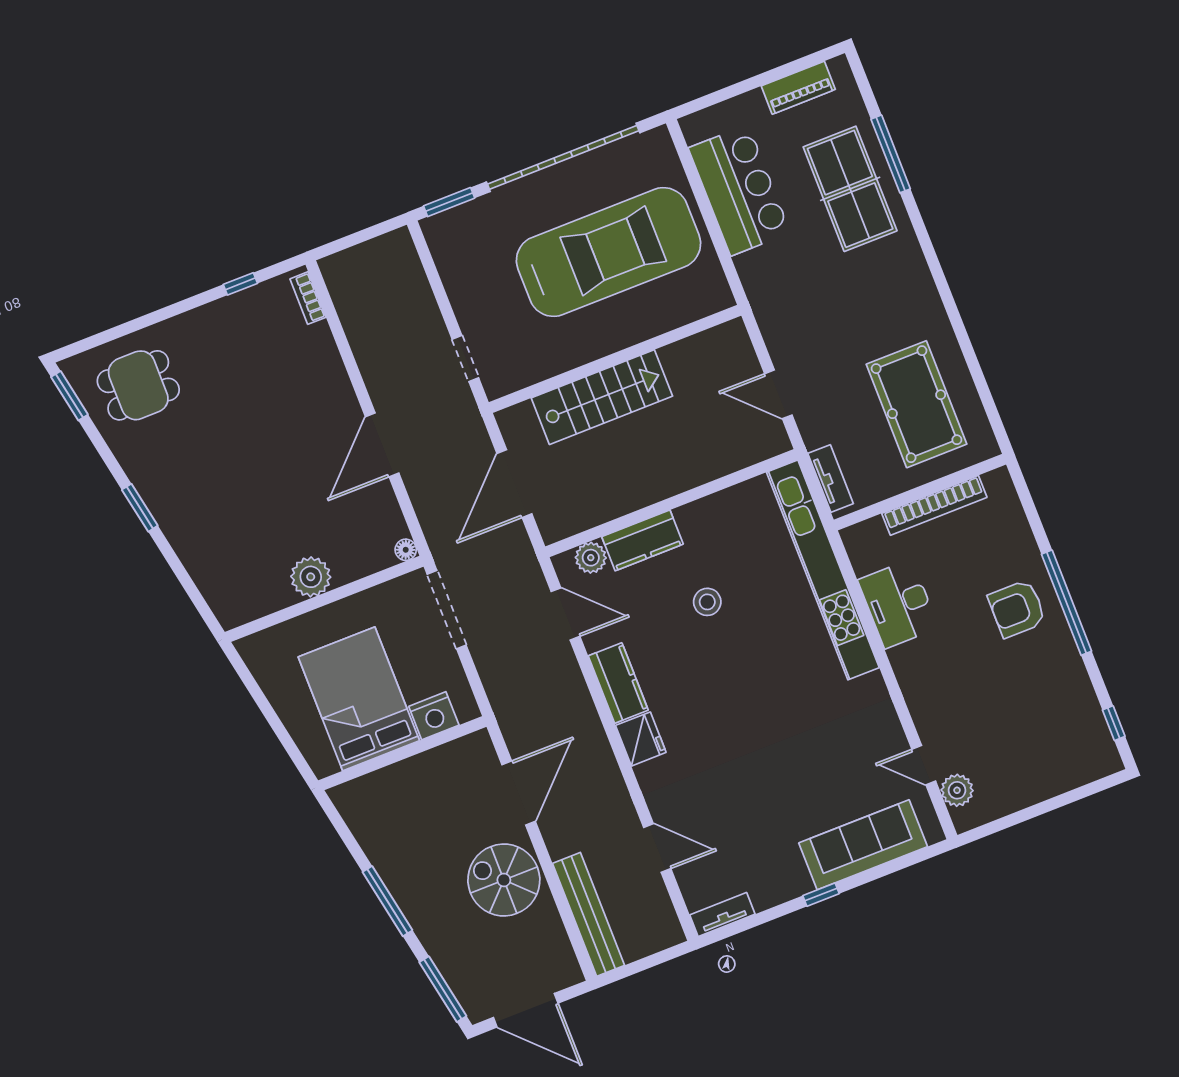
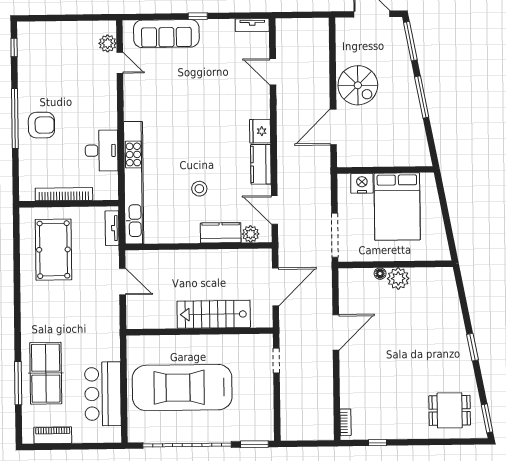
floor lamp: (406, 550) -> (380, 274), moved
bench: (589, 914) -> (321, 51), removed

